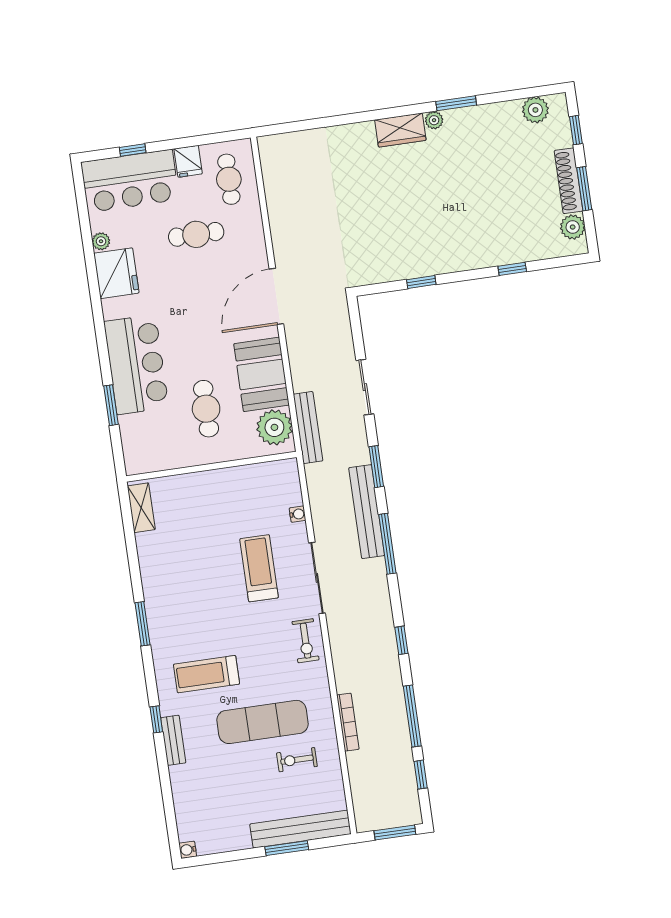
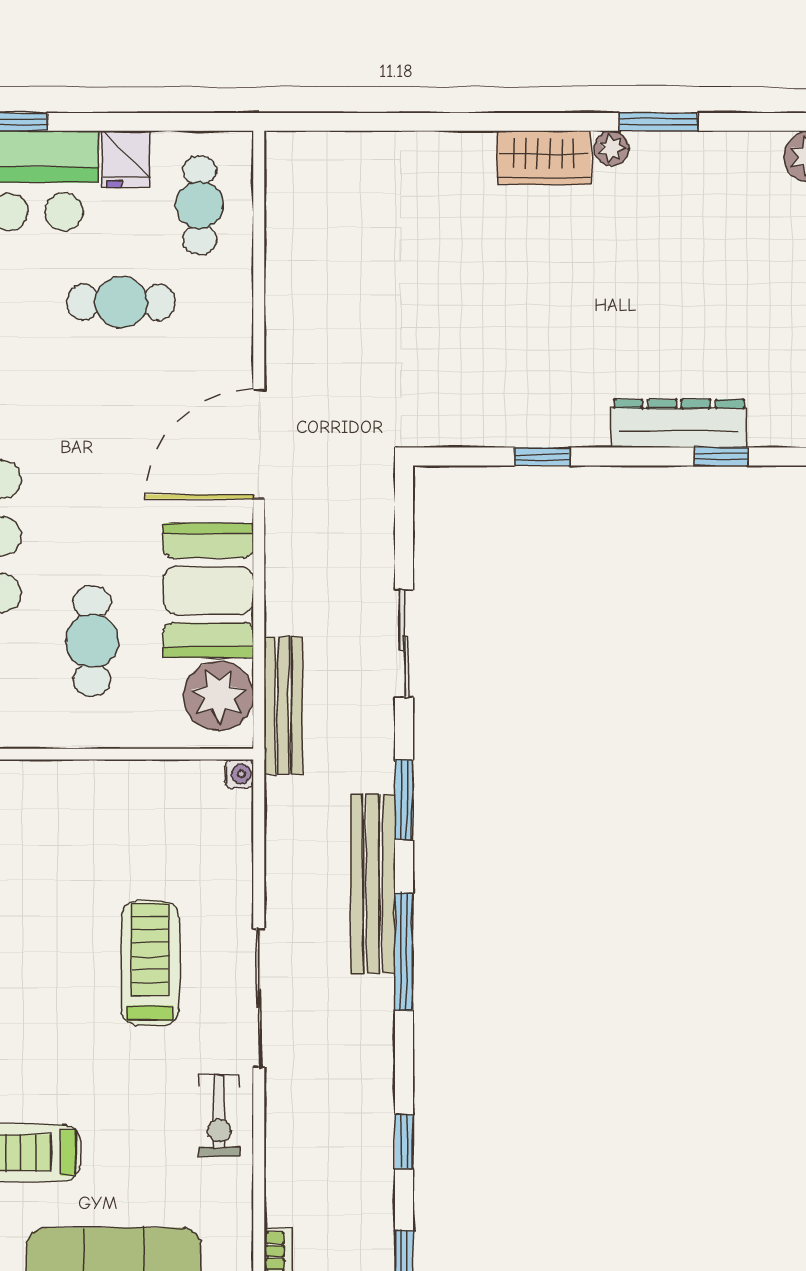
dresser: (489, 255) -> (679, 424), added
water cooler: (298, 514) -> (239, 774), moved

